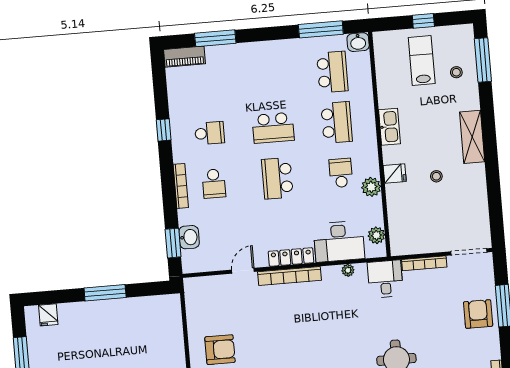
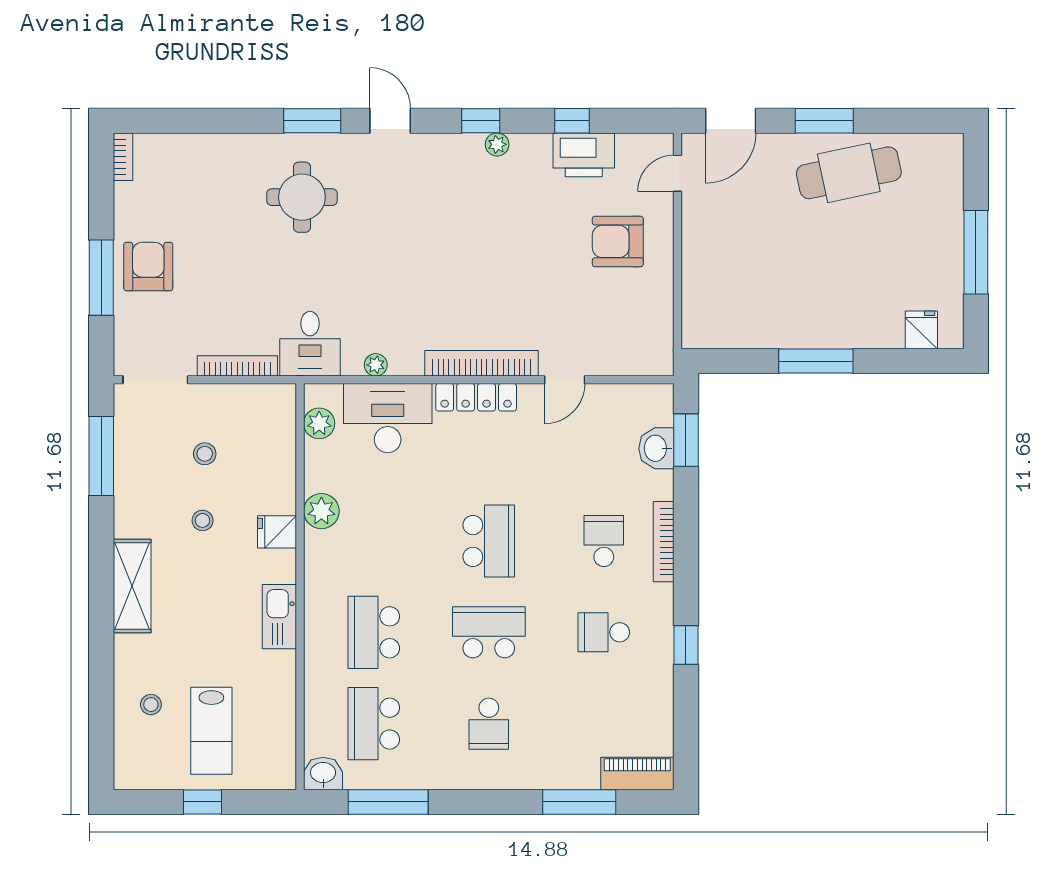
window: (483, 60) -> (101, 456), moved
school desk: (341, 173) -> (489, 724), moved
stool: (438, 213) -> (205, 454), added
armchair: (478, 314) -> (148, 267), turned 180

